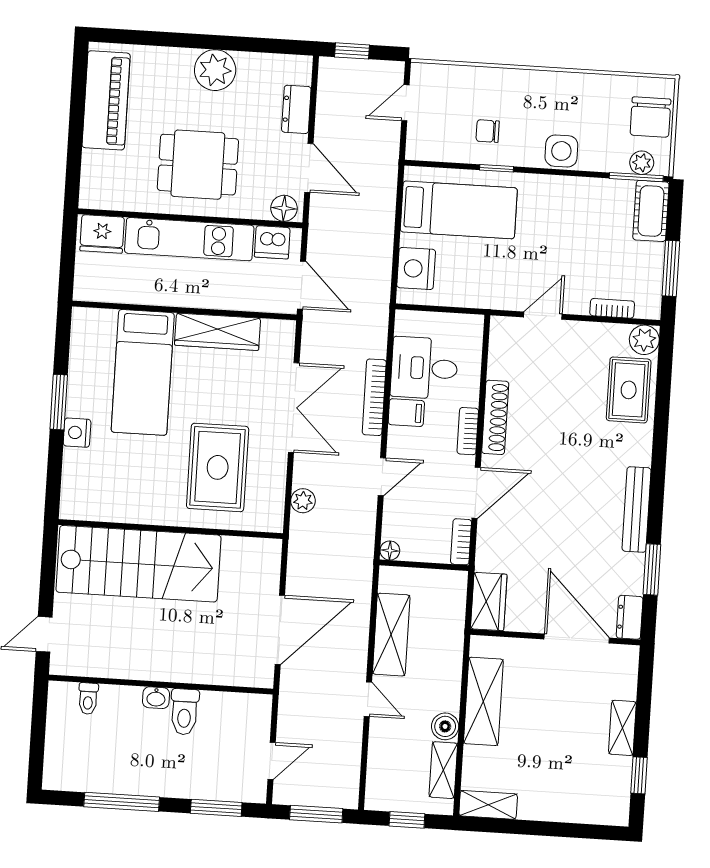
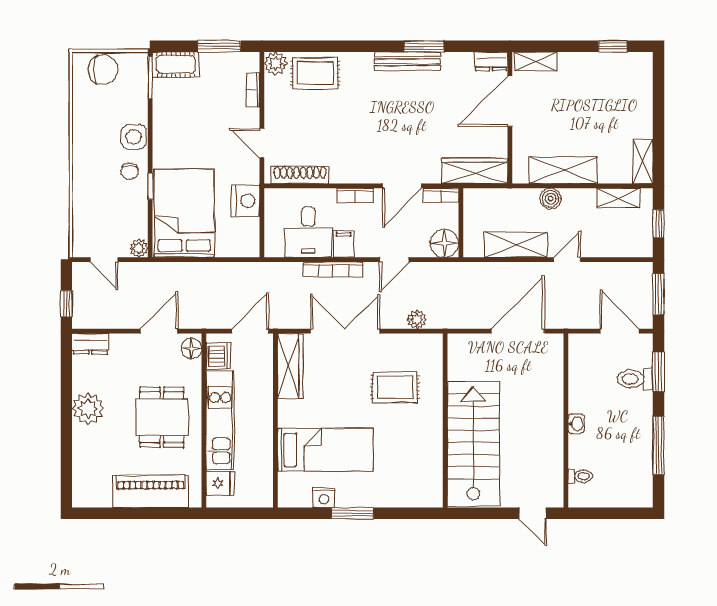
piano: (106, 100) -> (151, 491), moved
dresser: (296, 109) -> (90, 344), moved
chair: (488, 131) -> (130, 171), moved
plant: (642, 163) -> (139, 248), moved
bed: (459, 210) -> (184, 213), width x1.50
fridge: (102, 234) -> (220, 483), width x0.72
nightstand: (416, 269) -> (246, 201), moved, turned -90
wardrobe: (218, 332) -> (290, 366), moved
shoe rack: (495, 417) -> (300, 175), moved
nightstand: (77, 433) -> (324, 498), moved
rug: (218, 467) -> (395, 387), width x0.73, depth x0.70
door: (382, 477) -> (394, 260), swing flipped
door: (476, 493) -> (402, 186), swing flipped
floor lamp: (390, 551) -> (444, 243), width x1.89, depth x1.89
window: (652, 569) -> (424, 46), moved
wardrobe: (489, 601) -> (475, 171), width x1.50
door: (280, 630) -> (518, 331), hinge flipped
toilet: (184, 712) -> (635, 379), moved, turned 180
boiler: (445, 726) -> (550, 199), moved
shelving: (622, 728) -> (535, 61), moved
door: (272, 761) -> (619, 331), width x1.38

